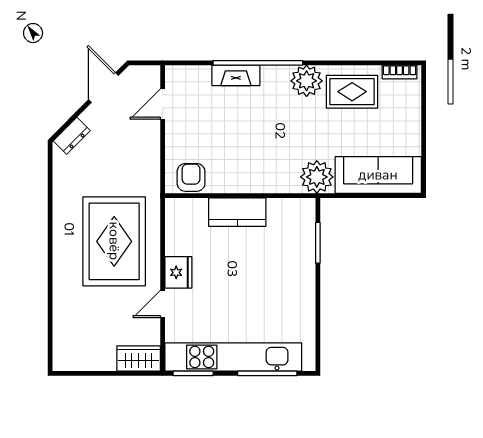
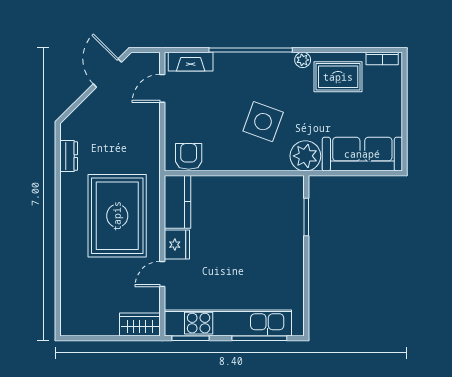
fireplace: (236, 75) -> (191, 62), moved
plant: (307, 81) -> (303, 60), width x0.53, depth x0.53
dresser: (72, 136) -> (69, 156), moved, turned -45
side table: (271, 140) -> (263, 122), added
kitchen counter: (237, 212) -> (177, 202), moved, turned -90

